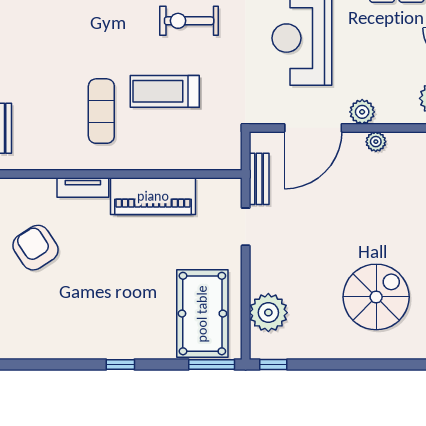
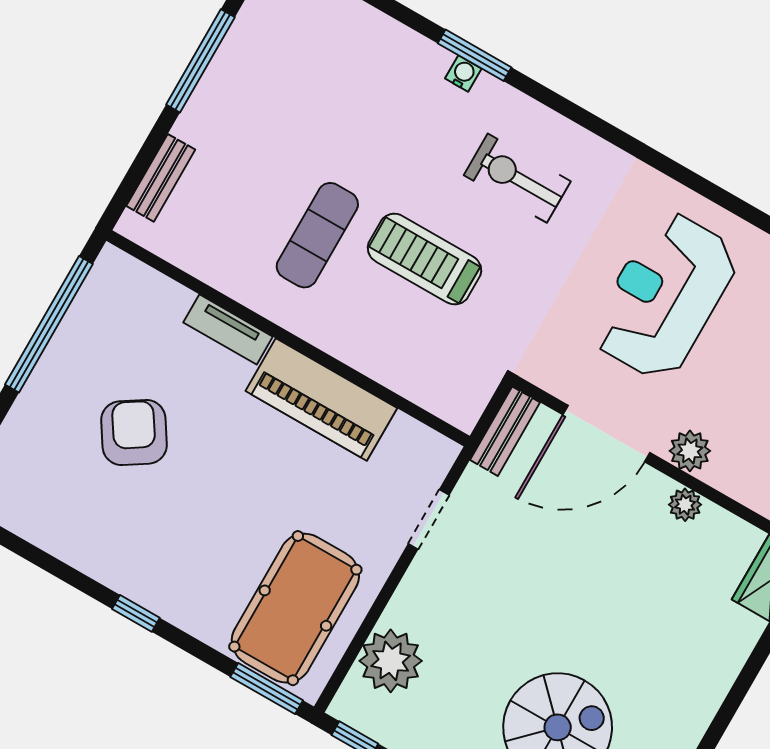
bench: (259, 179) -> (505, 431), moved
armchair: (36, 248) -> (134, 433), moved

